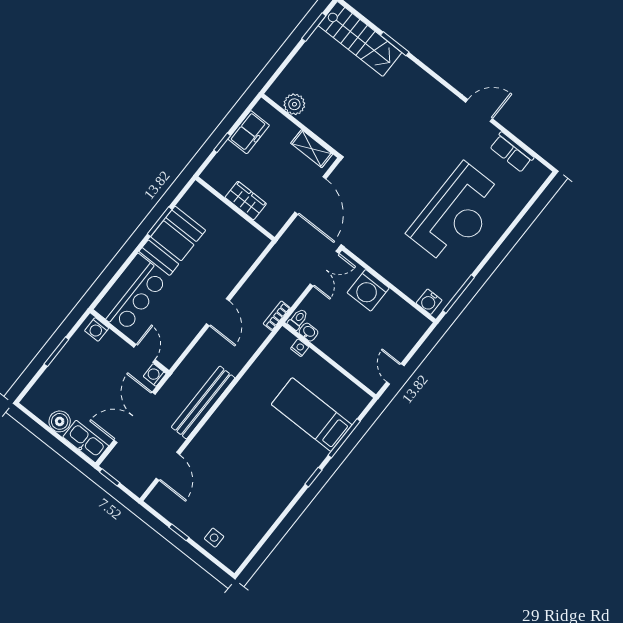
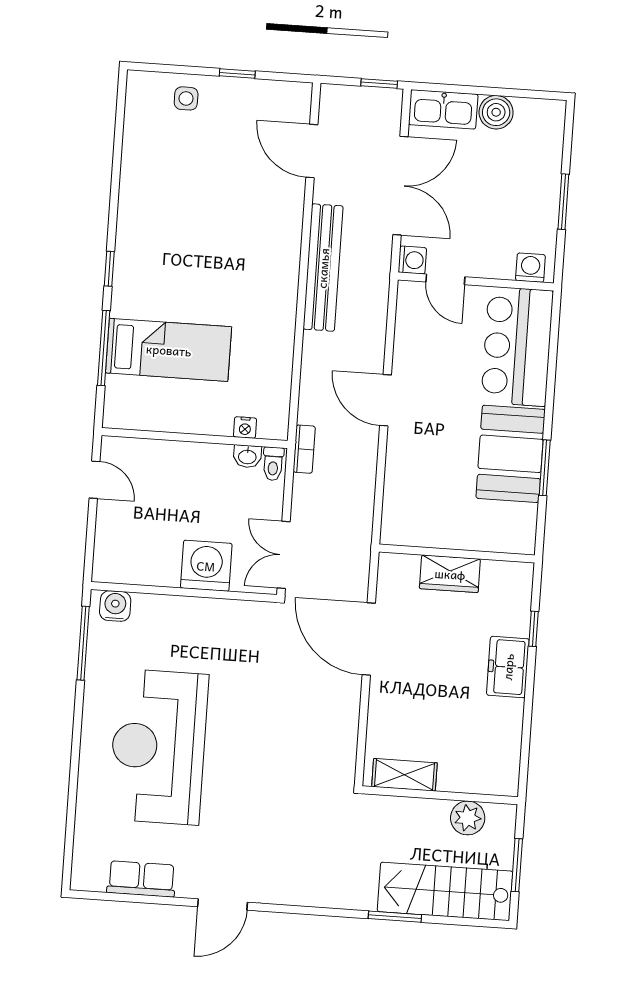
plant: (294, 104) -> (468, 818), moved
wall: (301, 126) -> (440, 795), moved
shelving: (312, 149) -> (404, 775), moved

